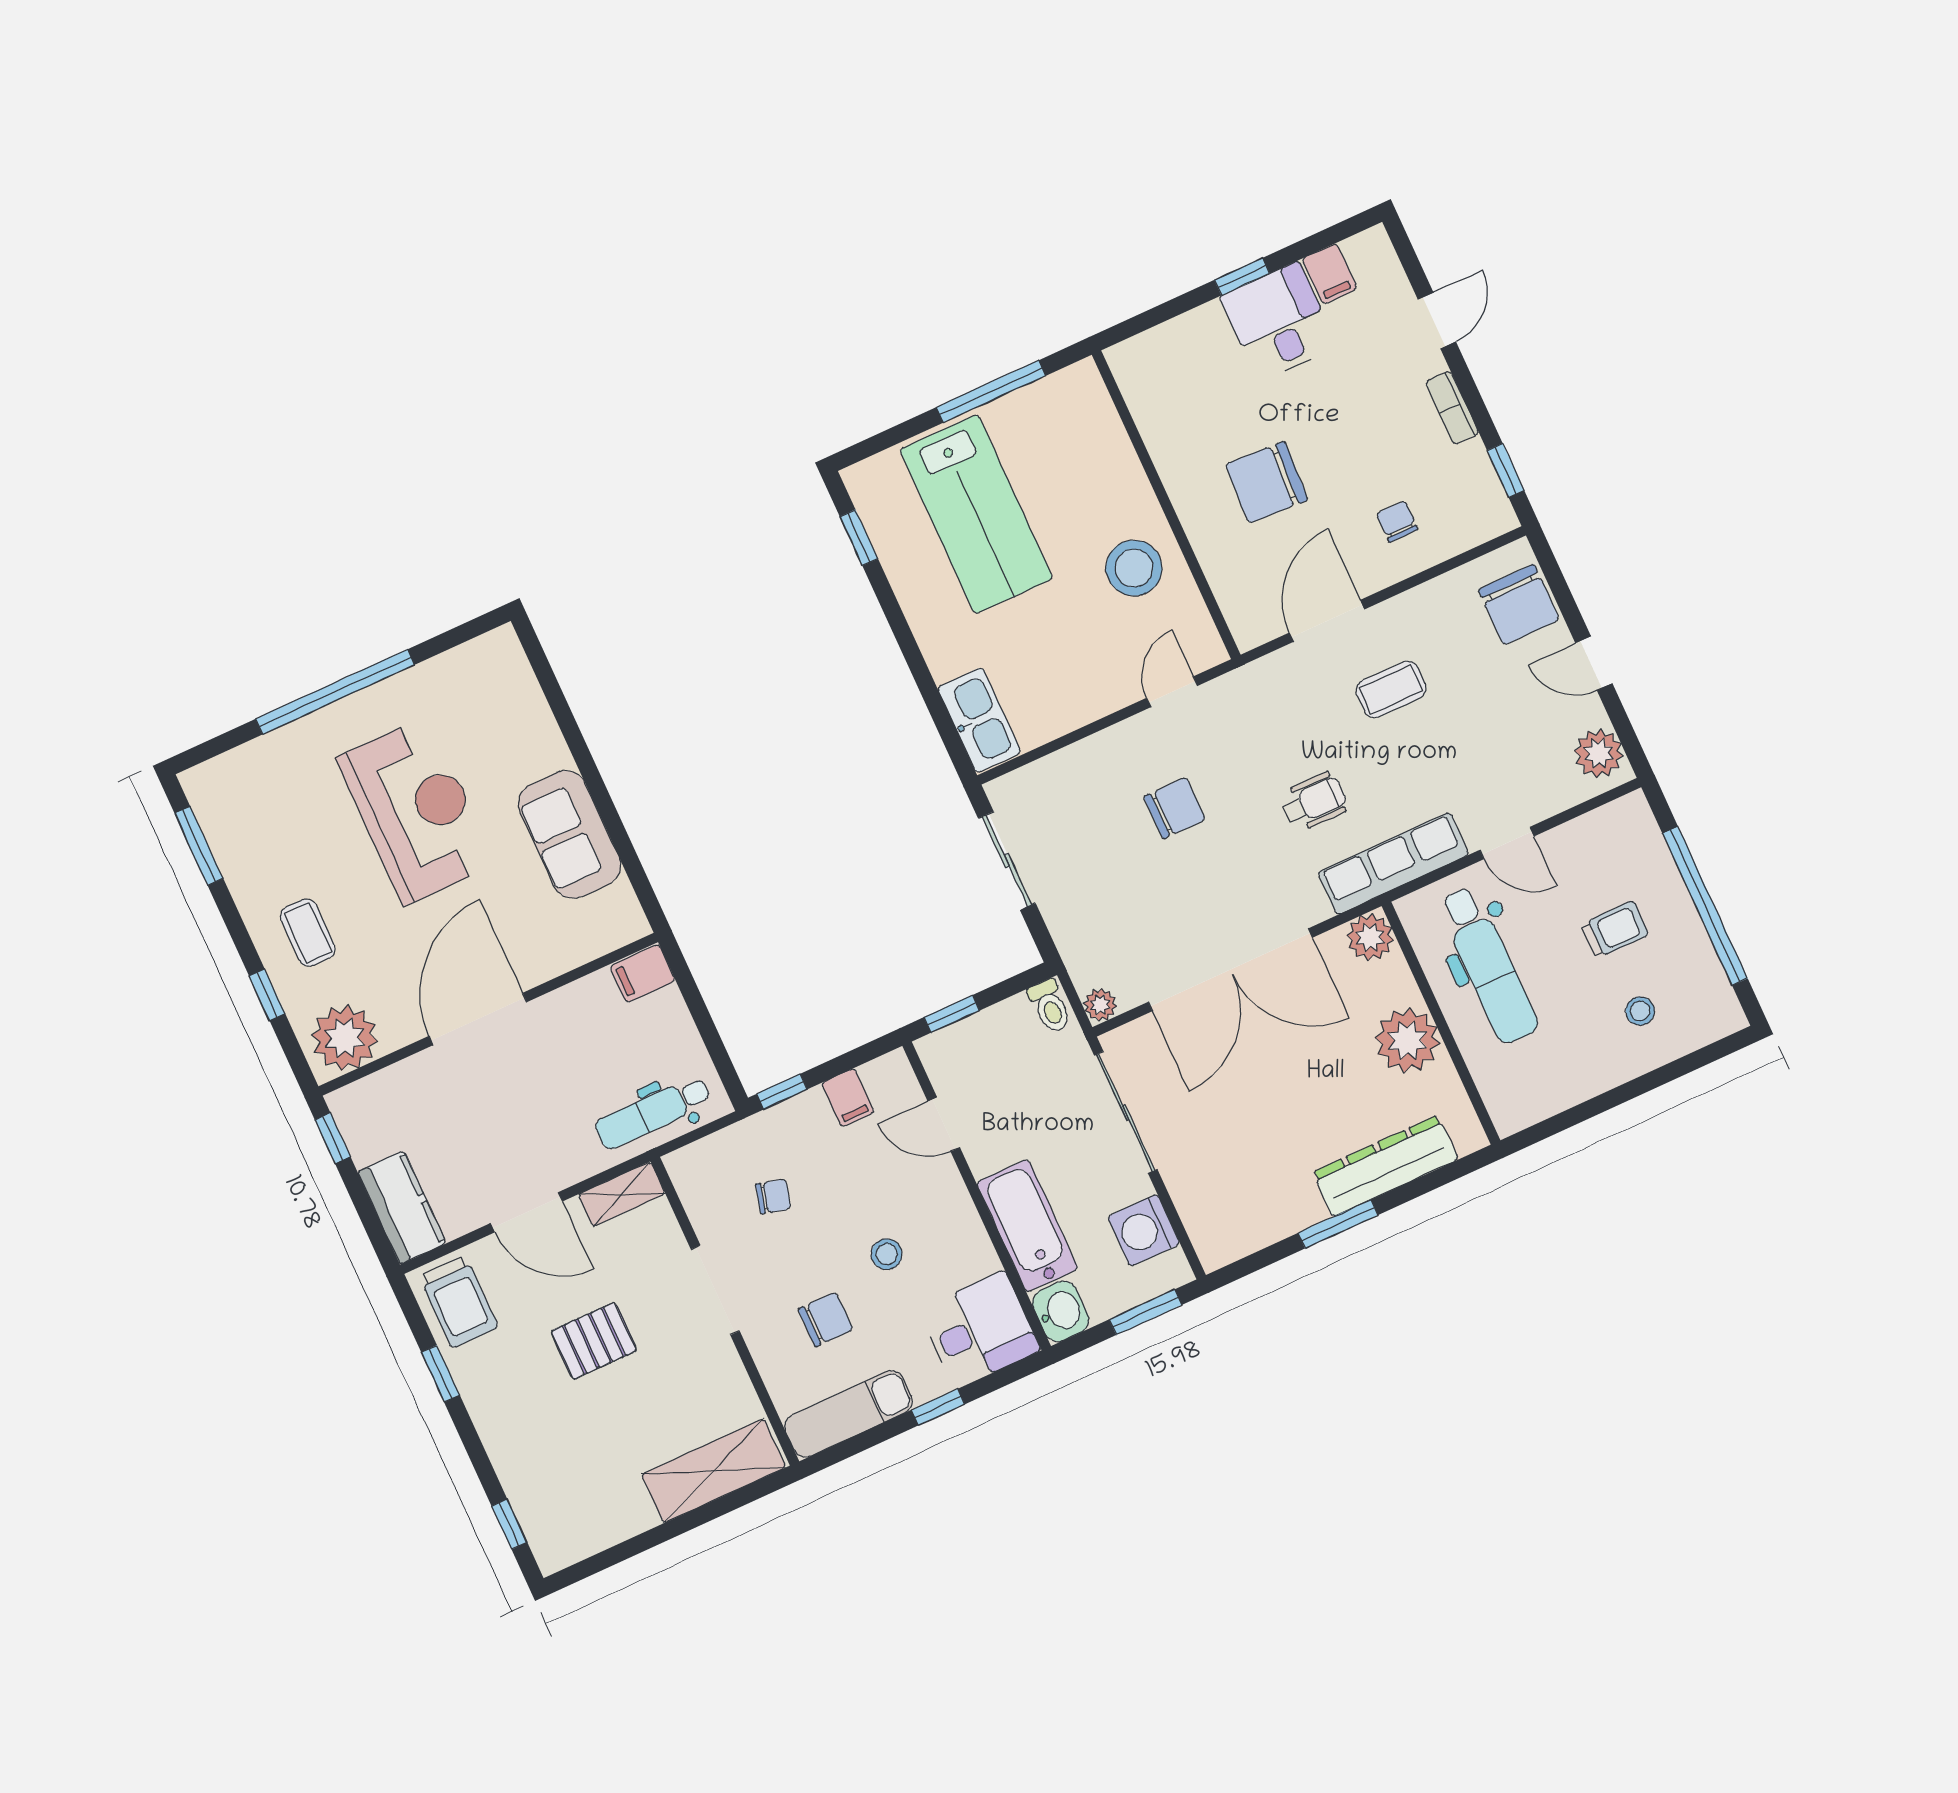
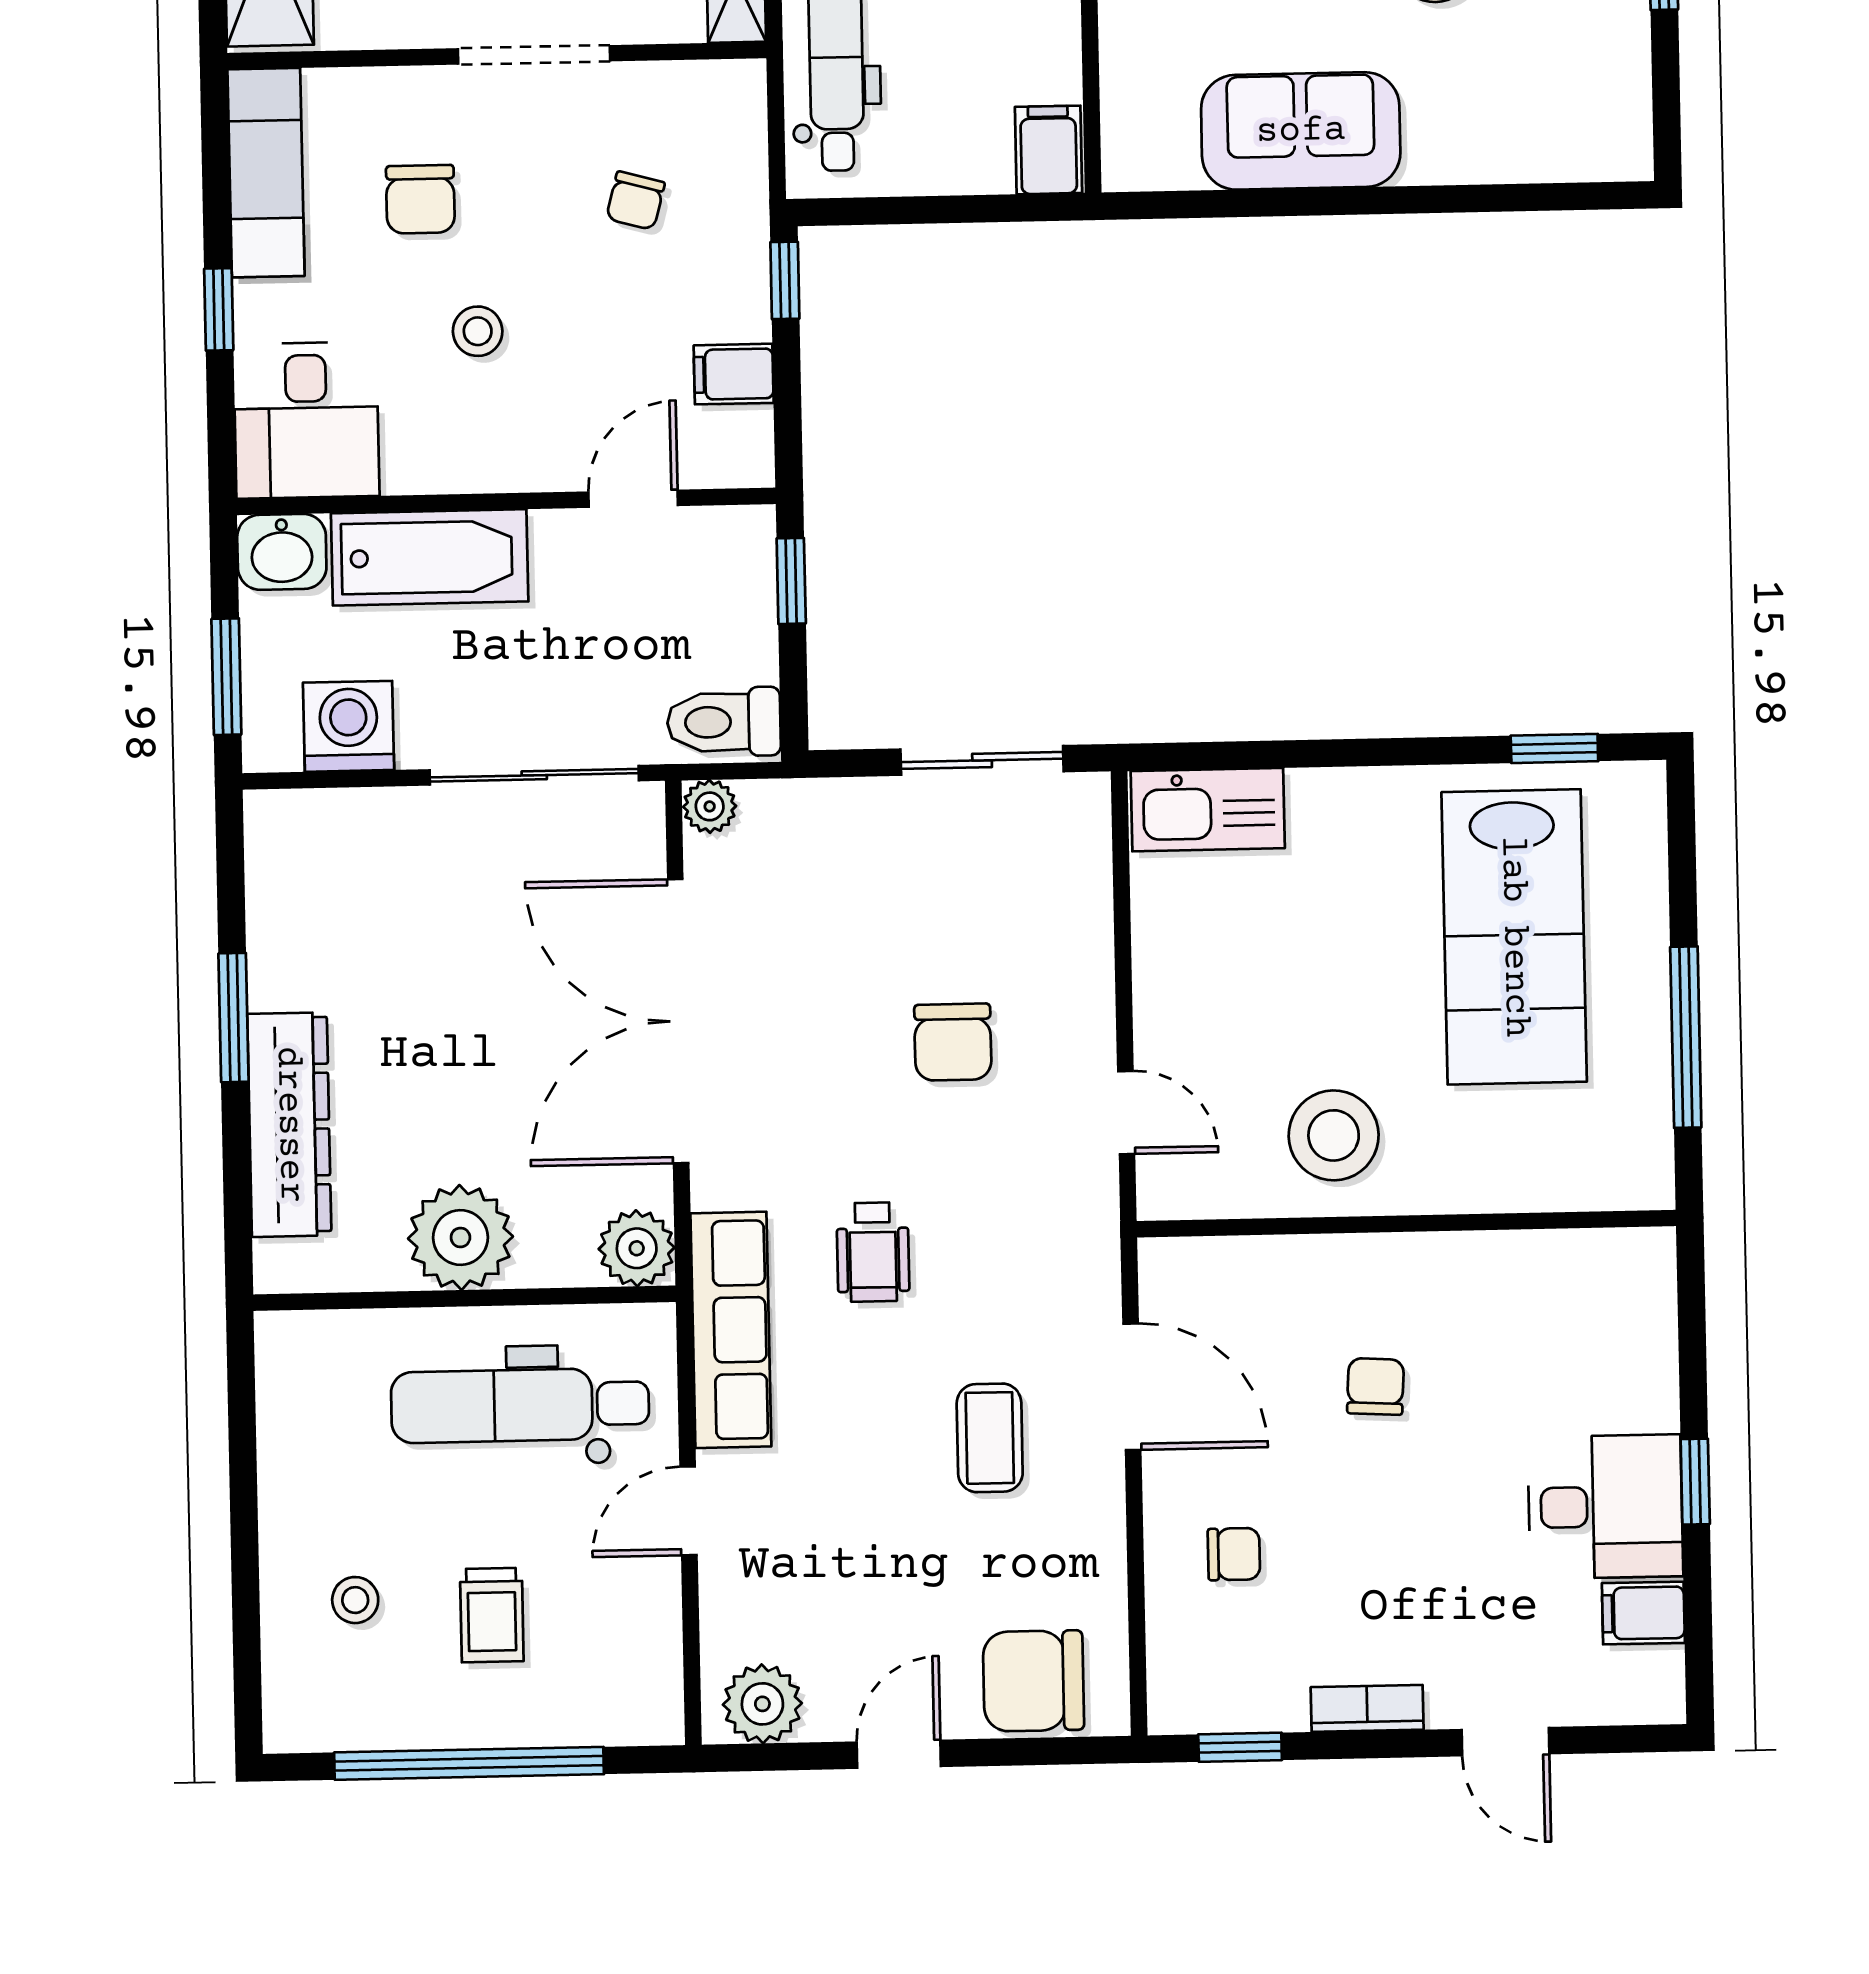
chair: (1267, 482) -> (1375, 1386), width x0.54, depth x0.54
lab bench: (976, 514) -> (1514, 937), turned -90
toilet: (1050, 1006) -> (724, 722), width x1.37, depth x1.39

